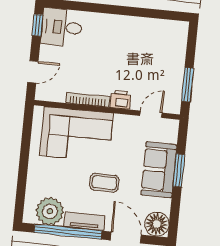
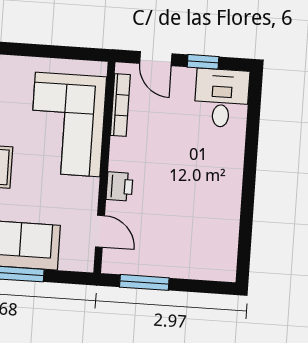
window: (38, 25) -> (203, 62), moved
bookcase: (88, 100) -> (120, 105), moved

